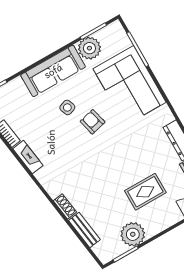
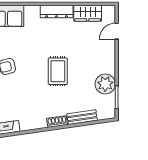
rug: (145, 192) -> (58, 71), moved

